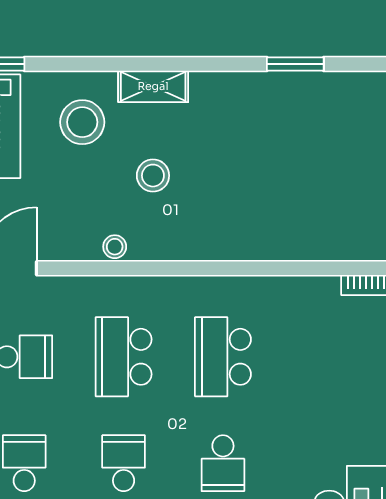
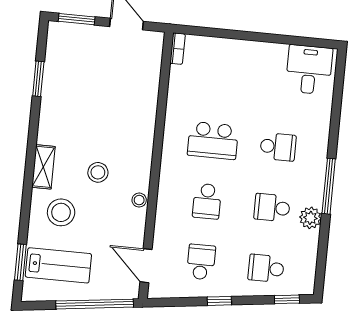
school desk: (124, 357) -> (207, 201), width x0.54

